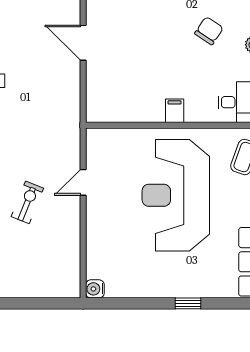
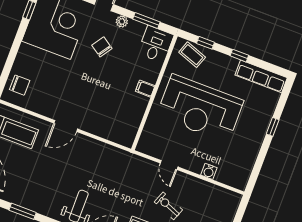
door: (83, 43) -> (66, 126), moved
water cooler: (95, 289) -> (209, 171), moved

